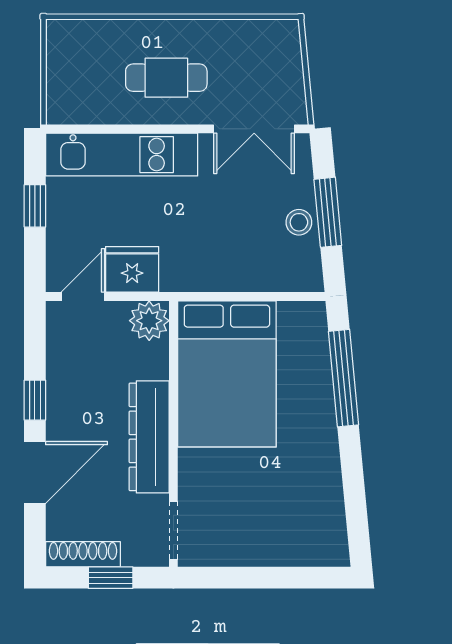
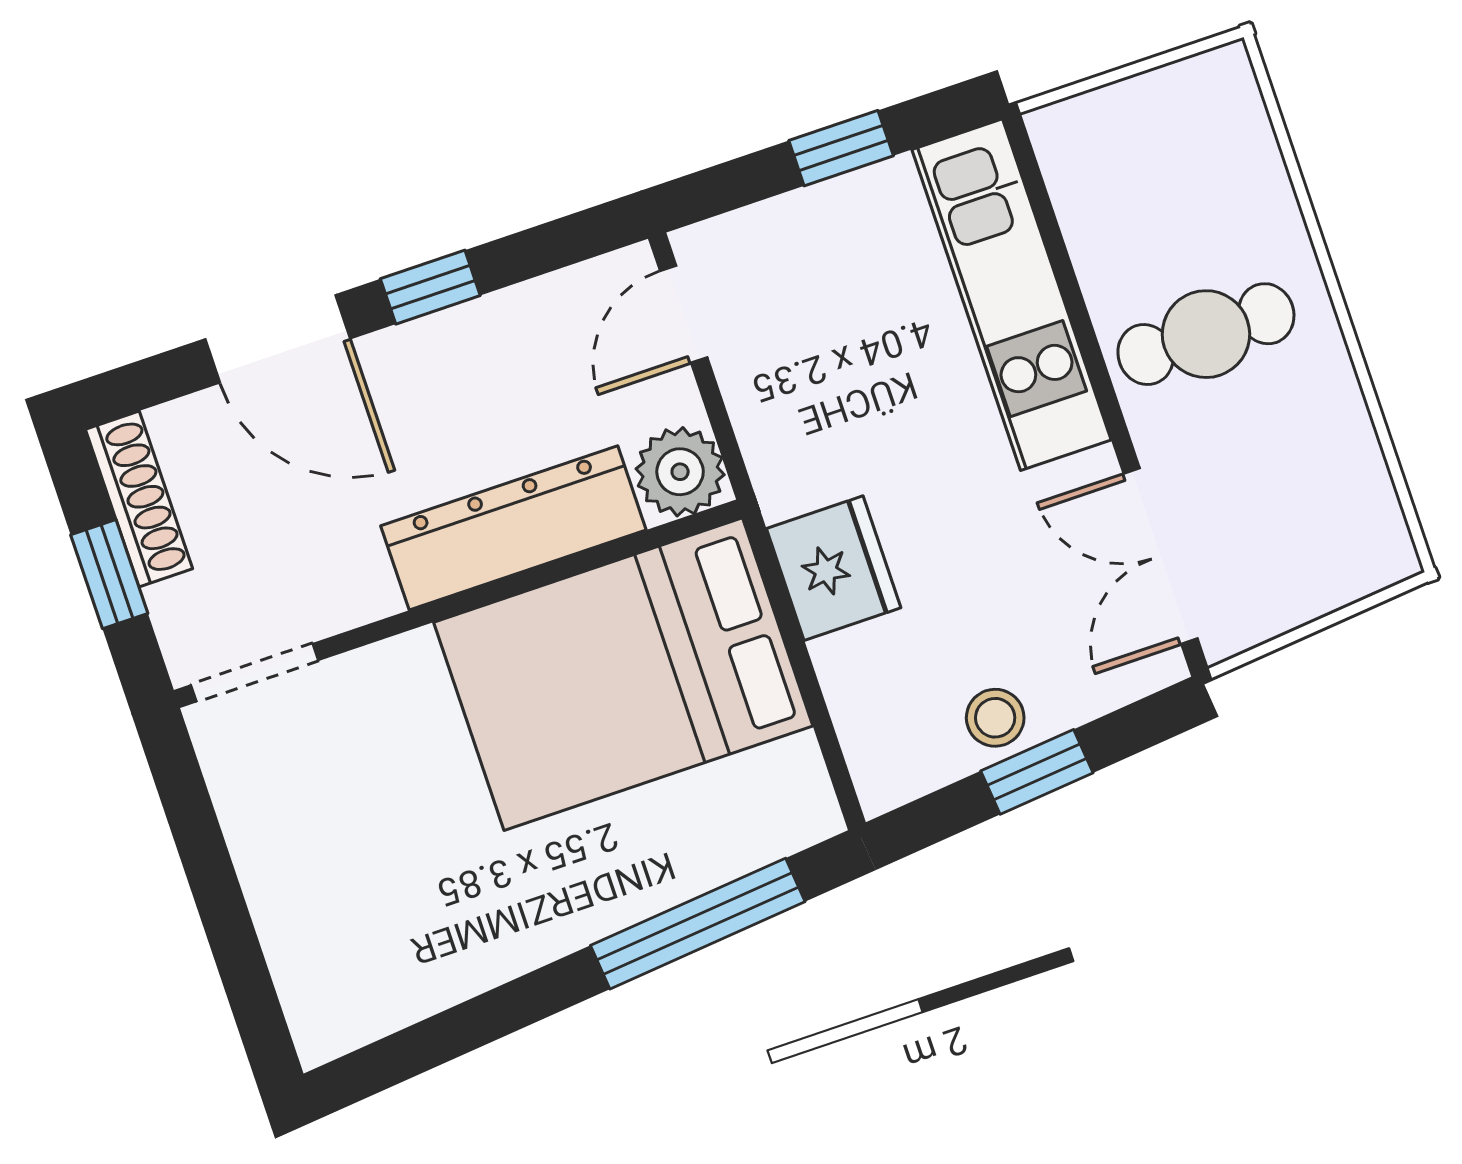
cafe table: (166, 78) -> (1206, 334), turned 90
window: (328, 212) -> (1037, 772), width x0.67
fridge: (132, 269) -> (834, 568), moved
door: (83, 297) -> (684, 314), swing flipped
dresser: (149, 437) -> (513, 528), moved

